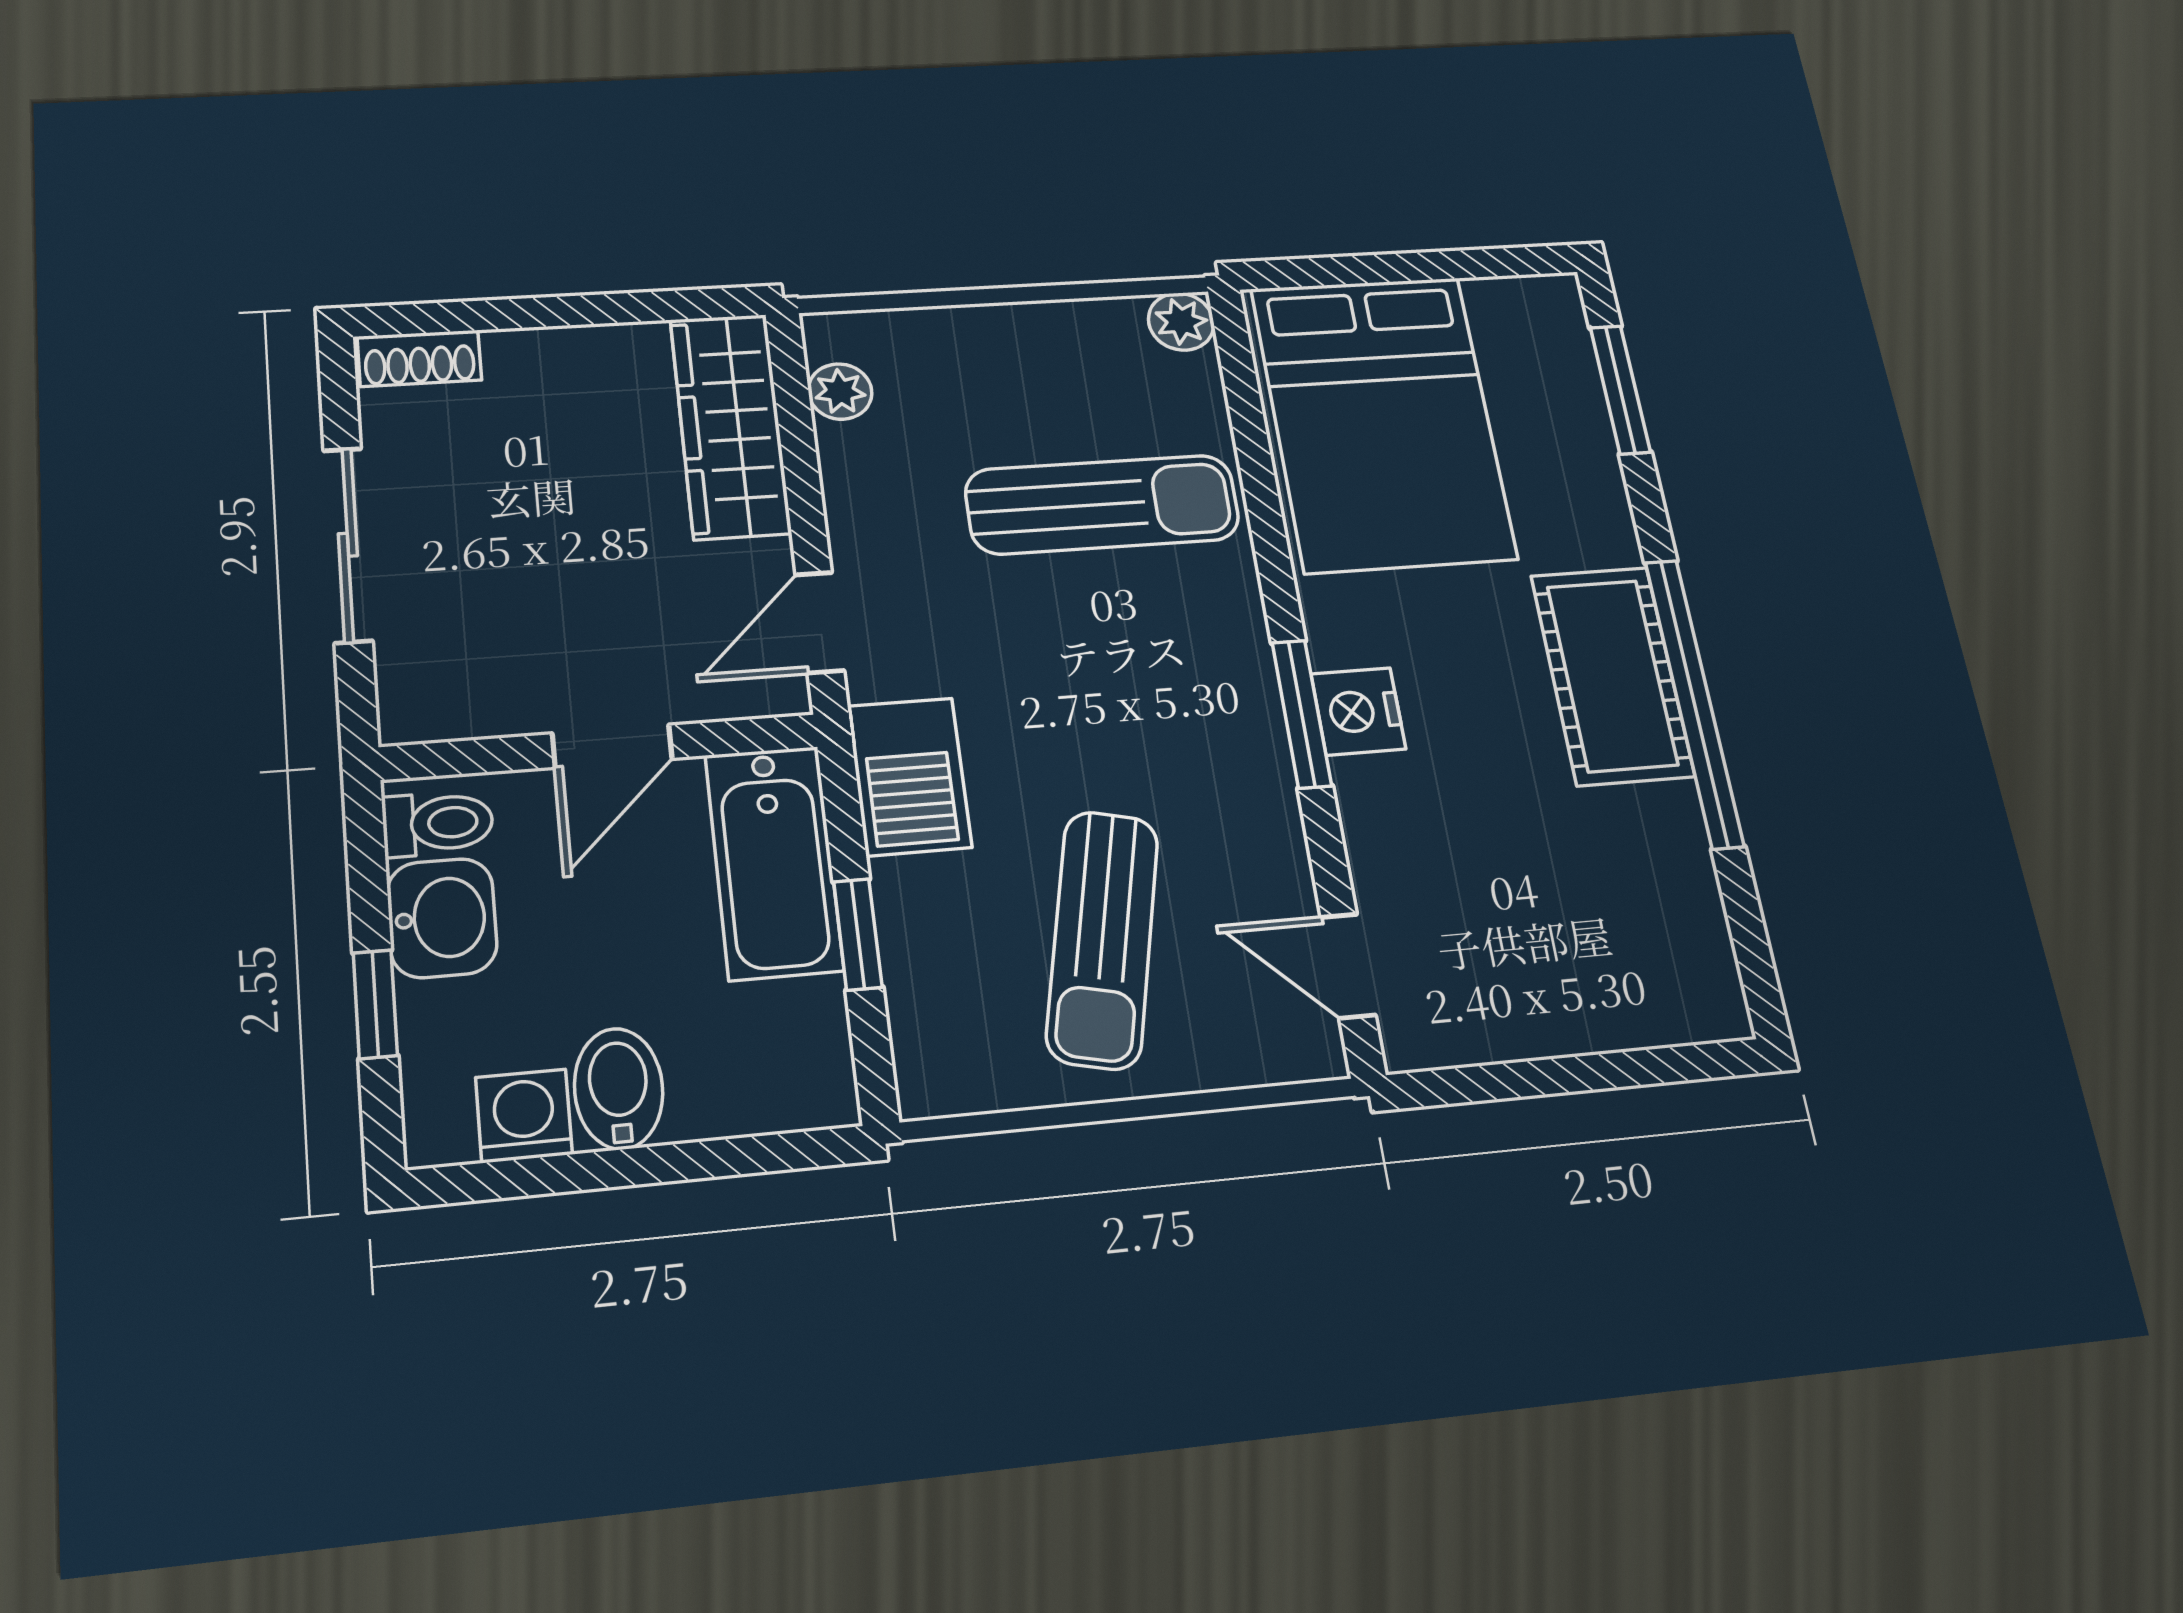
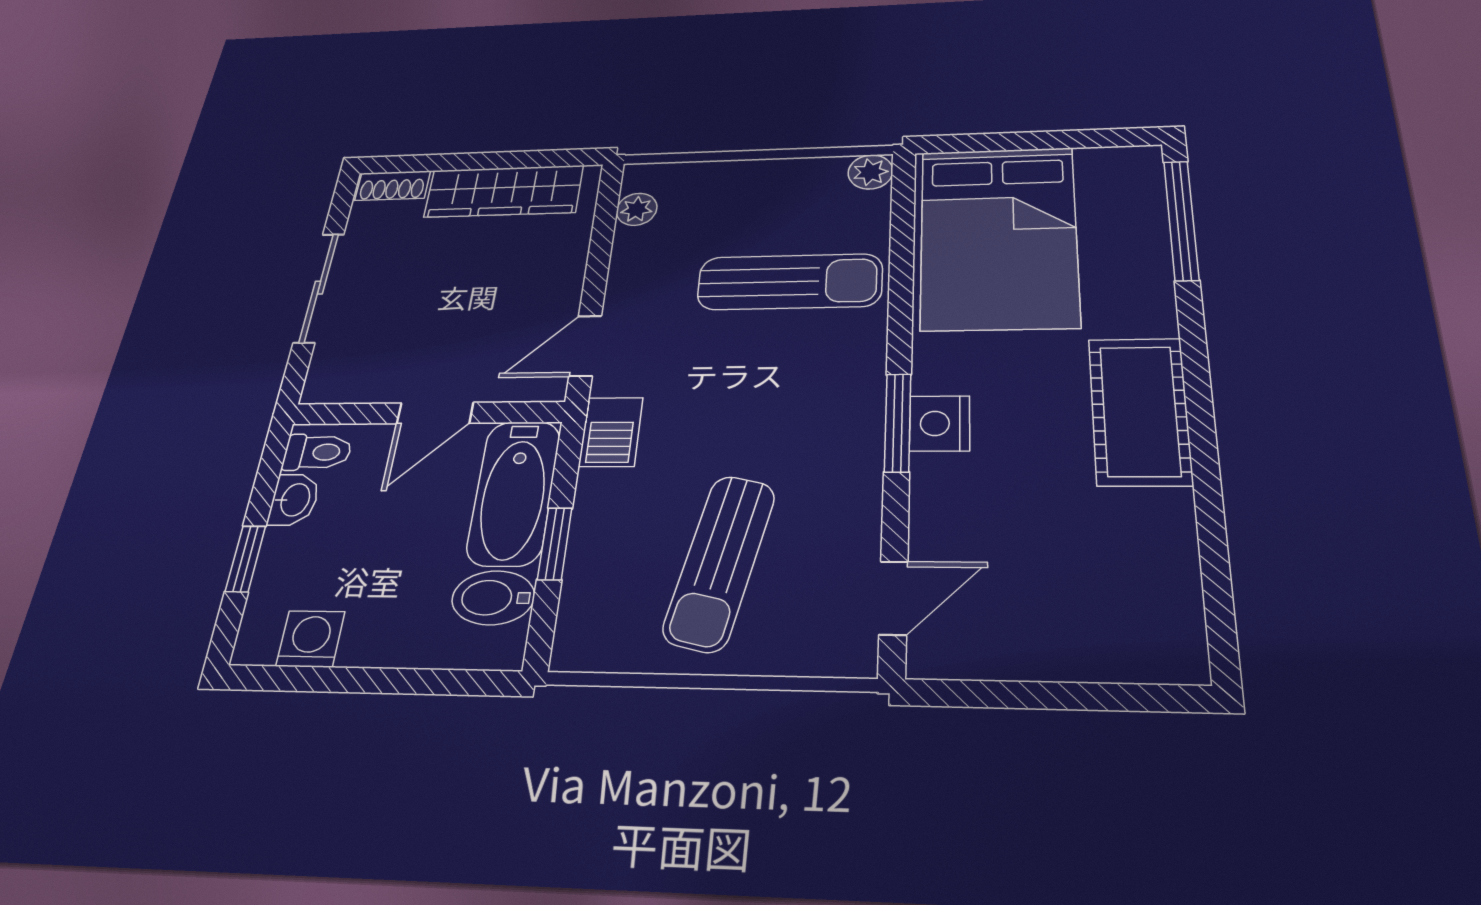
window: (1620, 390) -> (1181, 220), width x1.44
wardrobe: (730, 426) -> (504, 191), moved, turned -90
window: (1694, 702) -> (1202, 433), removed
barbecue: (909, 776) -> (611, 432), width x0.73, depth x0.79
washbasin: (442, 918) -> (294, 500), width x0.72, depth x0.69
door: (1348, 966) -> (893, 598), swing flipped
bidet: (619, 1089) -> (493, 598), moved, turned -90

